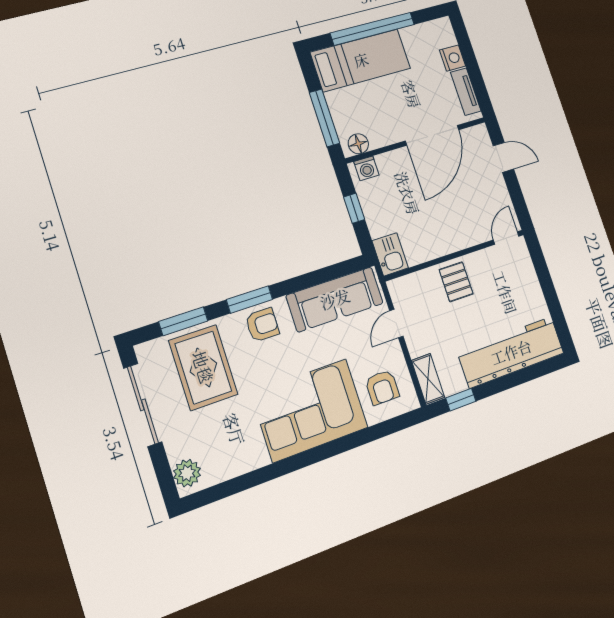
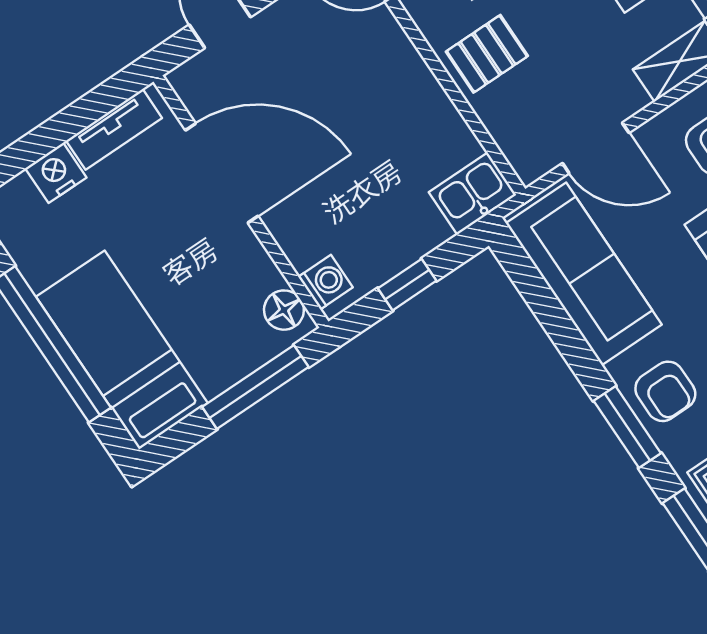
door: (396, 323) -> (596, 148), width x1.38
armchair: (262, 325) -> (665, 391), turned 180

